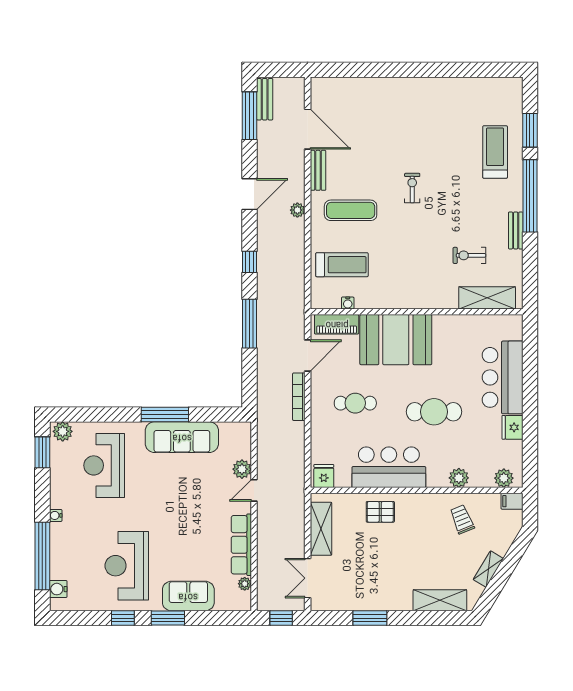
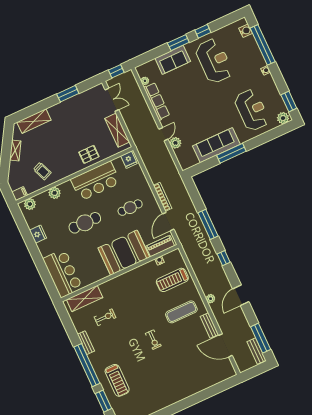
bar counter: (503, 377) -> (63, 273), moved

